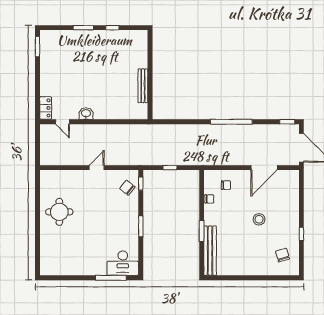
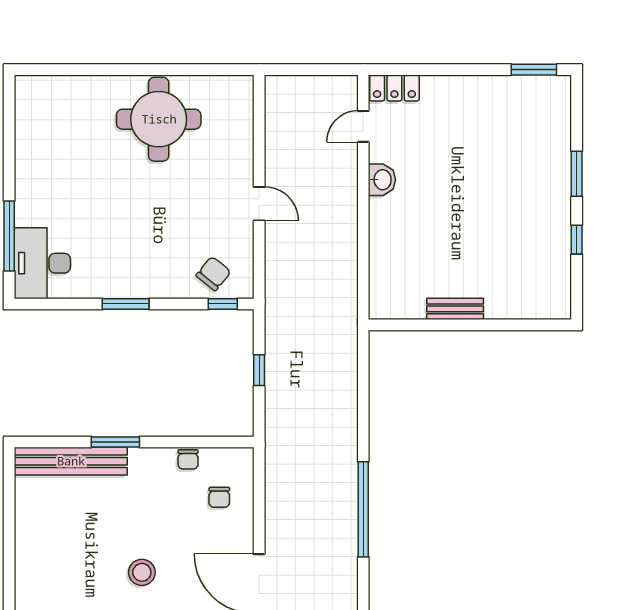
bench: (143, 86) -> (455, 309), width x0.73
round table: (59, 212) -> (159, 119), width x1.36, depth x1.36

